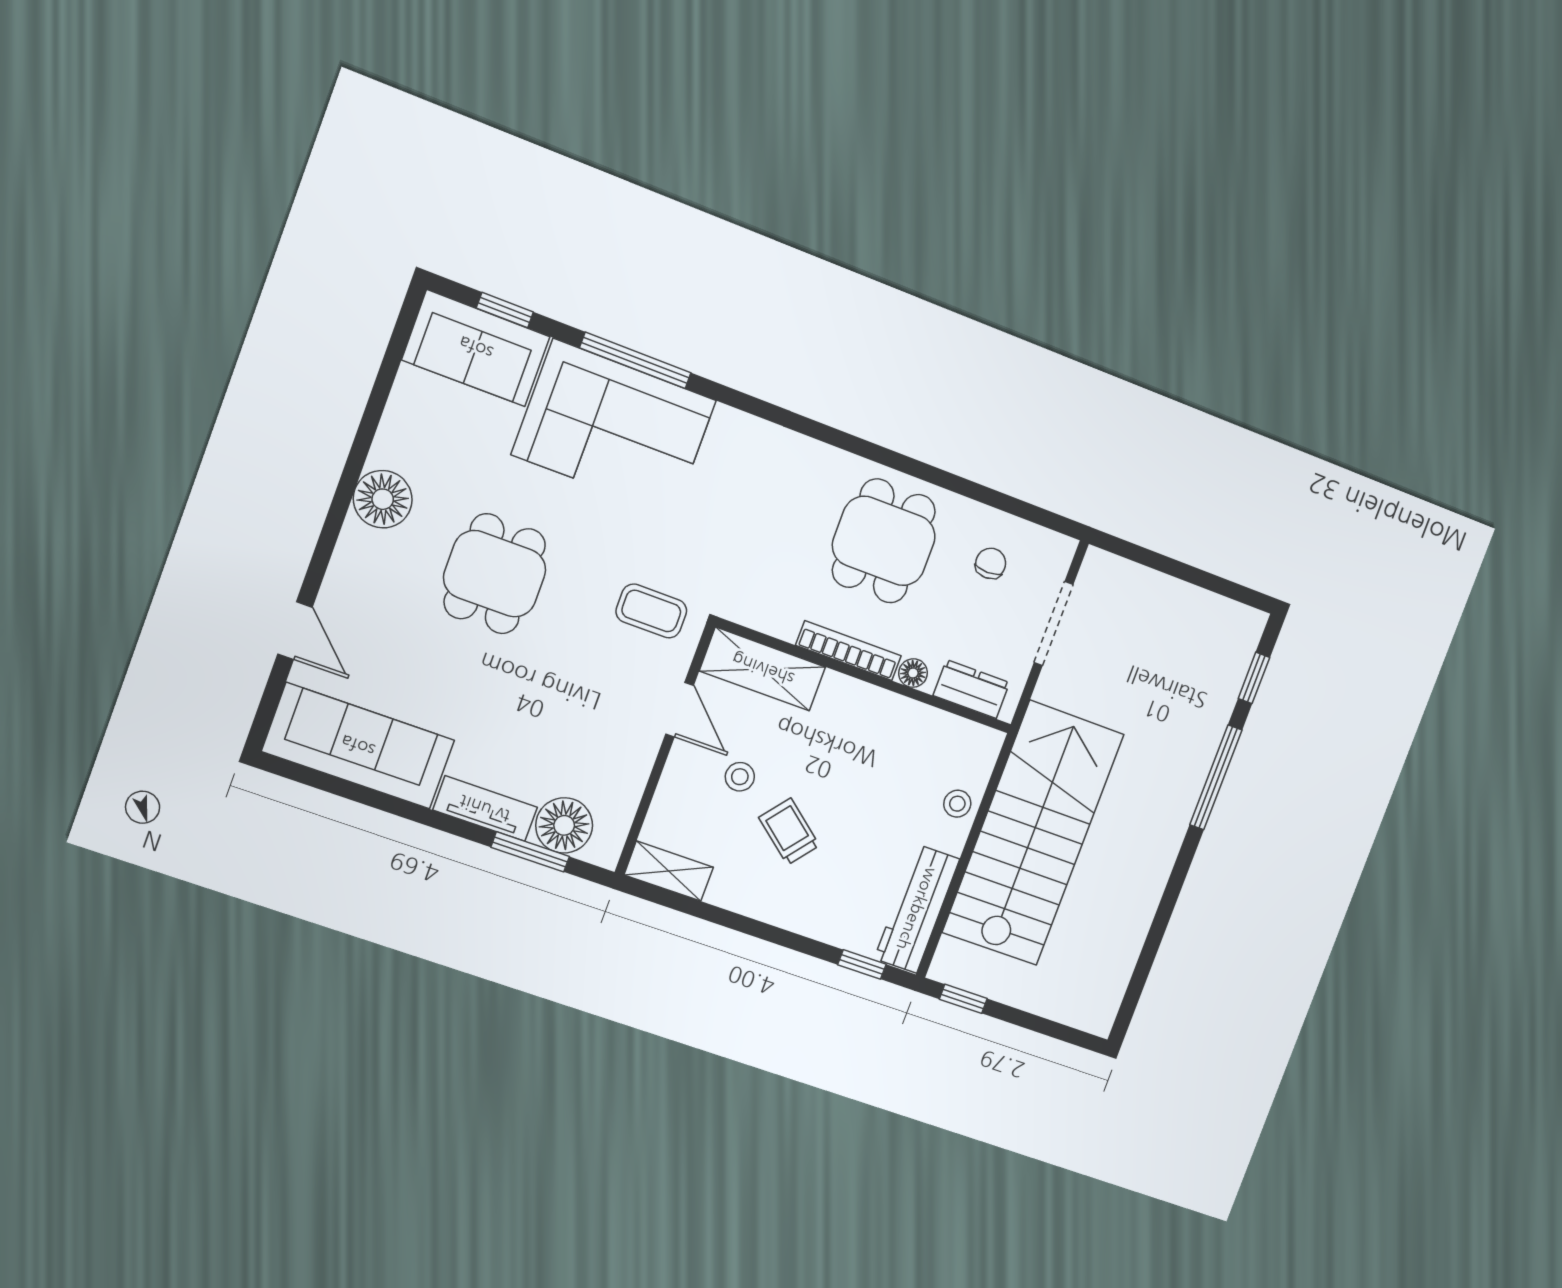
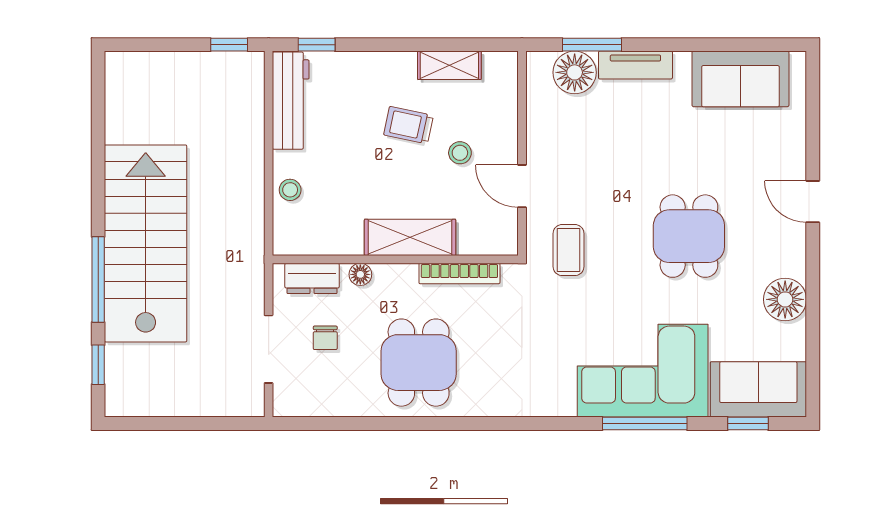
floor lamp: (383, 499) -> (785, 299), moved
chair: (991, 563) -> (325, 338), moved
coffee table: (651, 611) -> (568, 250), turned 90
door: (295, 631) -> (813, 202), moved
bookcase: (848, 651) -> (459, 274), moved
shelving: (763, 669) -> (410, 237), moved
sofa: (358, 746) -> (740, 79), width x0.73
trolley: (789, 832) -> (408, 125), turned 153
stairs: (1033, 833) -> (146, 243), moved, turned 180
shelving: (669, 871) -> (449, 65), moved

